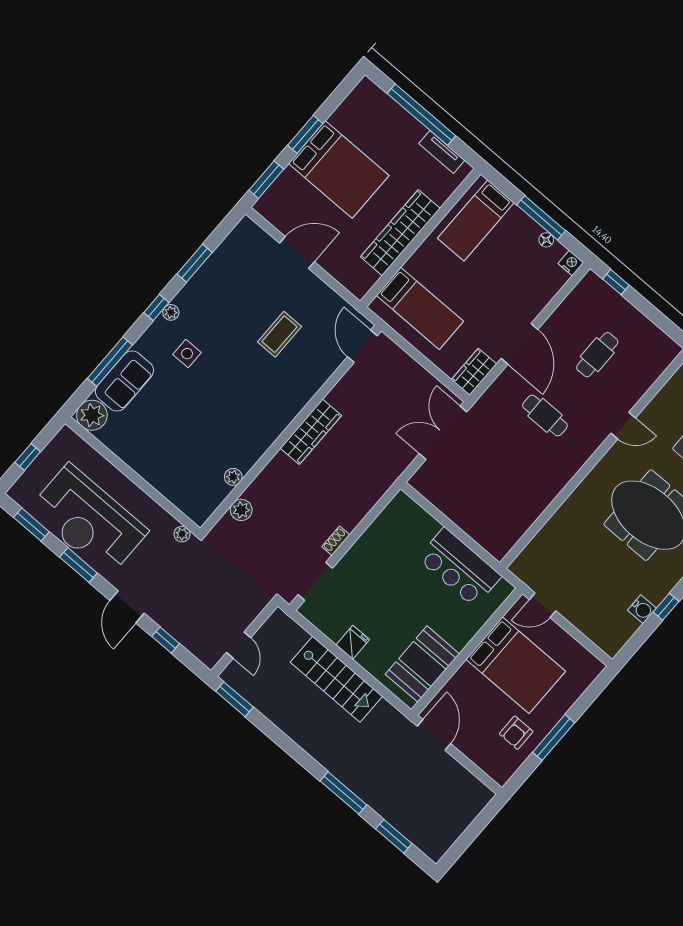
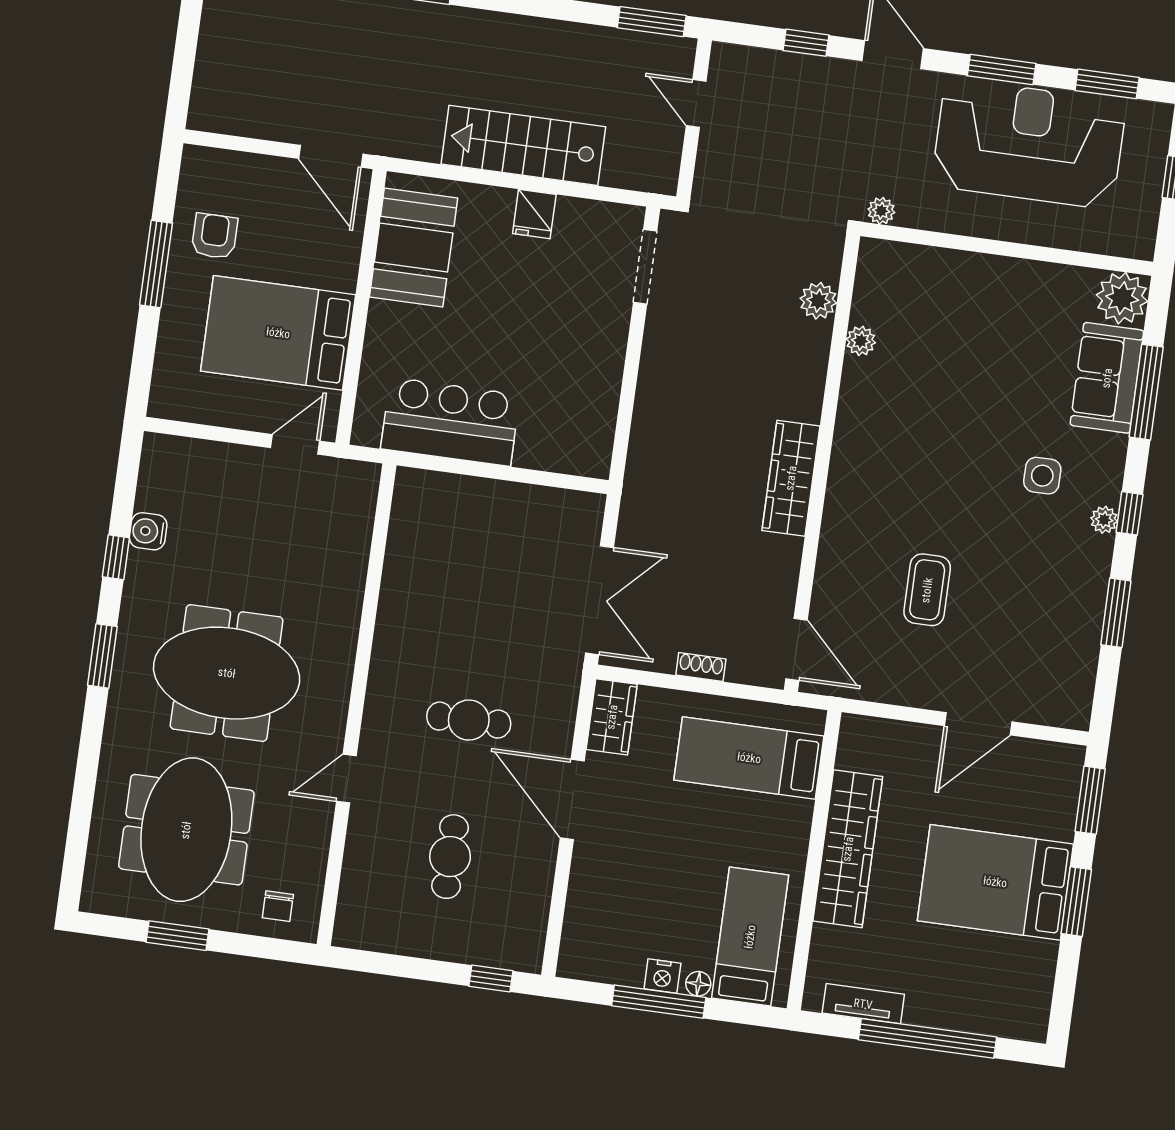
floor lamp: (546, 240) -> (698, 984), moved
nightstand: (571, 263) -> (662, 976), moved
shoe rack: (336, 541) -> (701, 667), moved, turned -90

